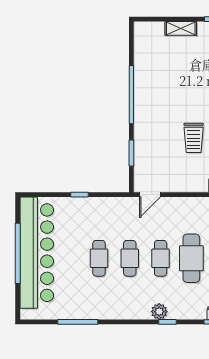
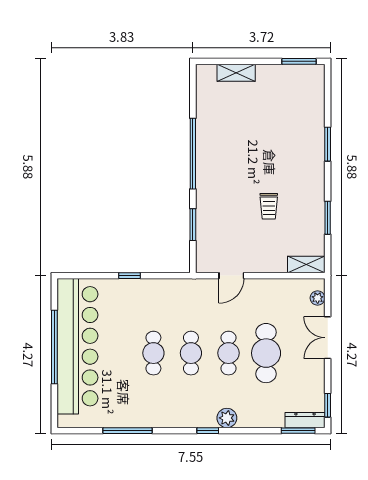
shelving: (181, 28) -> (236, 73), moved
trolley: (194, 138) -> (269, 206), width x0.73, depth x0.72
door: (150, 195) -> (231, 276), moved
window: (168, 322) -> (208, 431), moved

